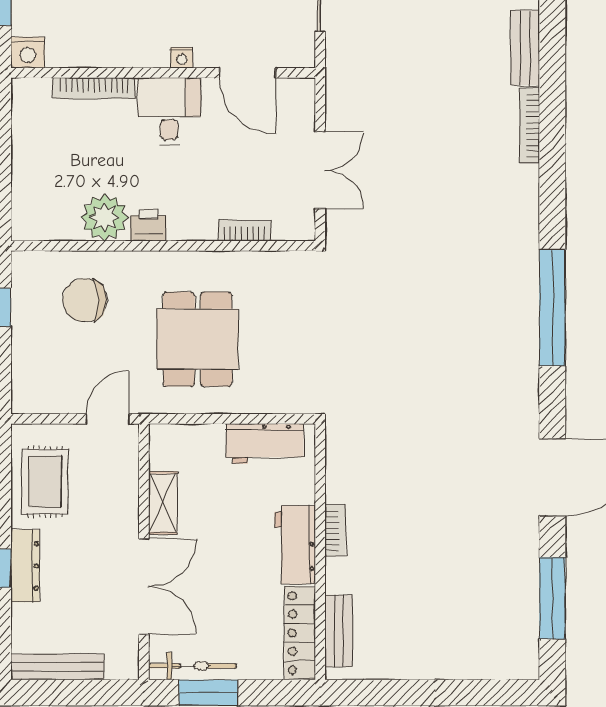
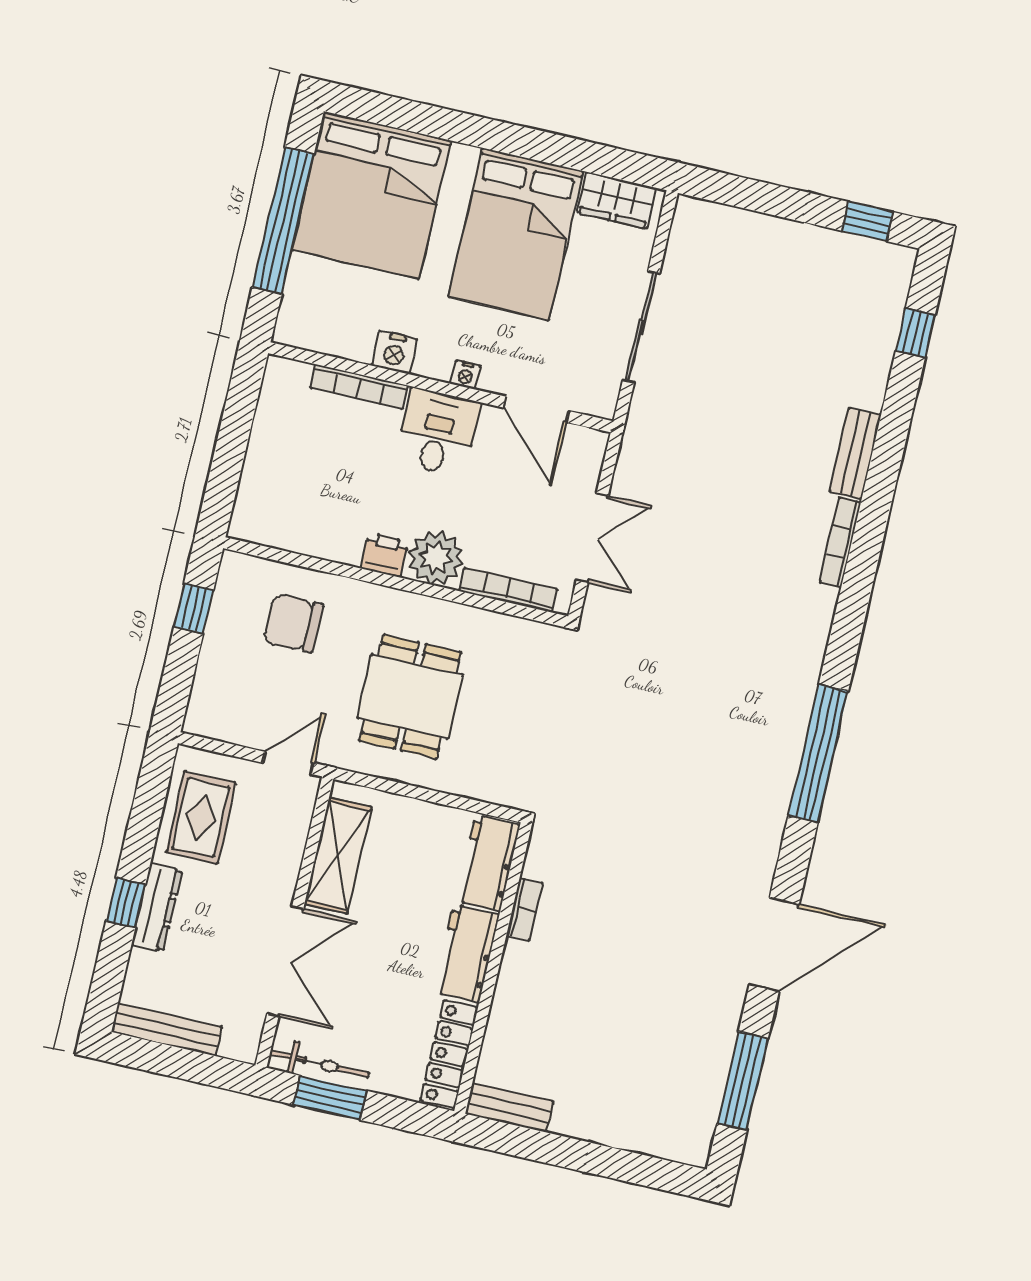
nightstand: (28, 53) -> (394, 352), moved
plant: (105, 217) -> (436, 558), moved
bookcase: (245, 231) -> (508, 590), width x1.56
workbench: (265, 444) -> (488, 863), moved, turned 90
shelving: (163, 503) -> (338, 855), width x1.50, depth x1.33
bookcase: (335, 531) -> (524, 909), moved
bench: (339, 631) -> (509, 1108), moved, turned 90

